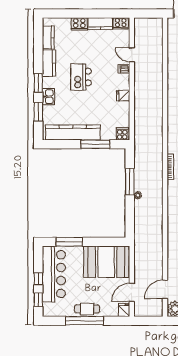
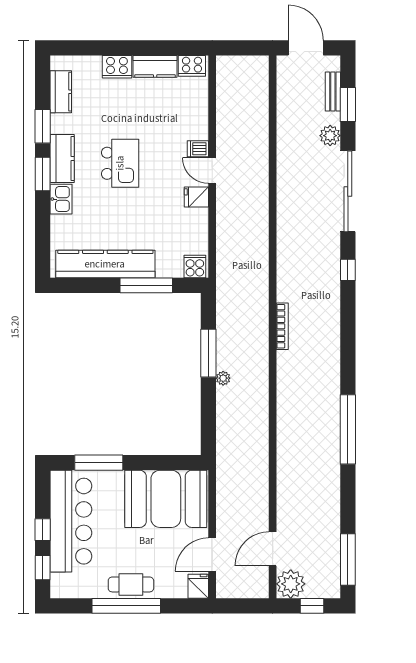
door: (132, 55) -> (212, 171), moved
kitchen counter: (49, 63) -> (62, 158), moved
kitchen island: (81, 77) -> (120, 163), turned 180
window: (38, 112) -> (43, 126), moved

